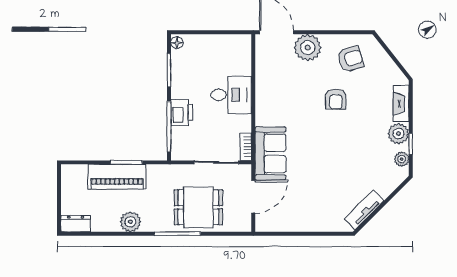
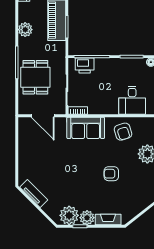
armchair: (350, 59) -> (123, 132), moved
desk: (231, 95) -> (132, 100), moved
printer: (182, 113) -> (85, 66), moved
sofa: (270, 153) -> (86, 128), moved
plant: (402, 159) -> (69, 215), width x1.88, depth x1.88

